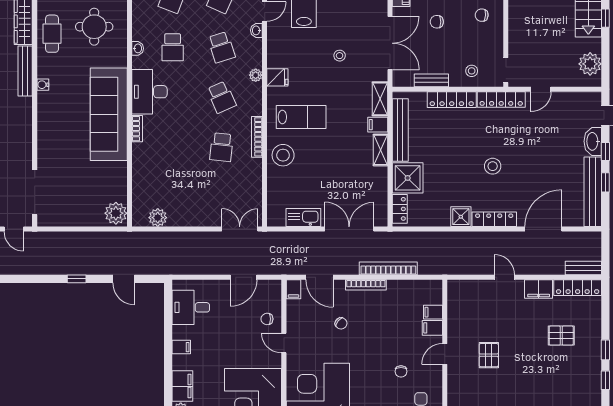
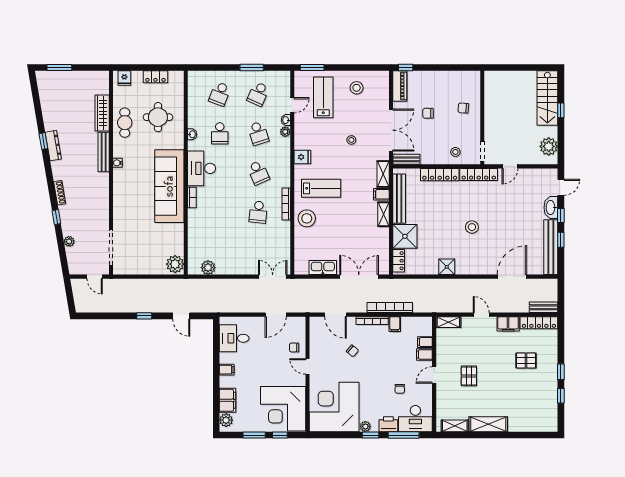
plant: (256, 75) -> (285, 132), moved
bench: (431, 80) -> (406, 159), moved
locker: (494, 219) -> (473, 269), removed
shelving: (463, 287) -> (448, 322), added
filing cabinet: (293, 289) -> (395, 324), moved

